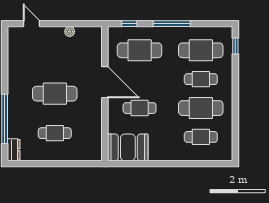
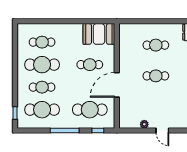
door: (32, 24) -> (162, 130), moved
door: (105, 82) -> (117, 85), hinge flipped
cafe table: (55, 94) -> (156, 76), width x0.73, depth x0.74

